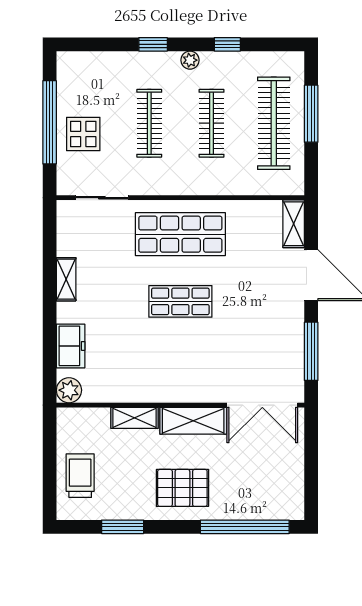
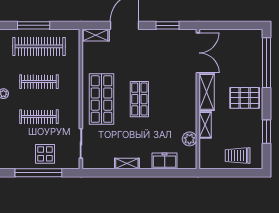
window: (311, 351) -> (168, 25), width x0.69
plant: (69, 390) -> (189, 139), moved
pallet: (182, 488) -> (245, 98), turned 90

